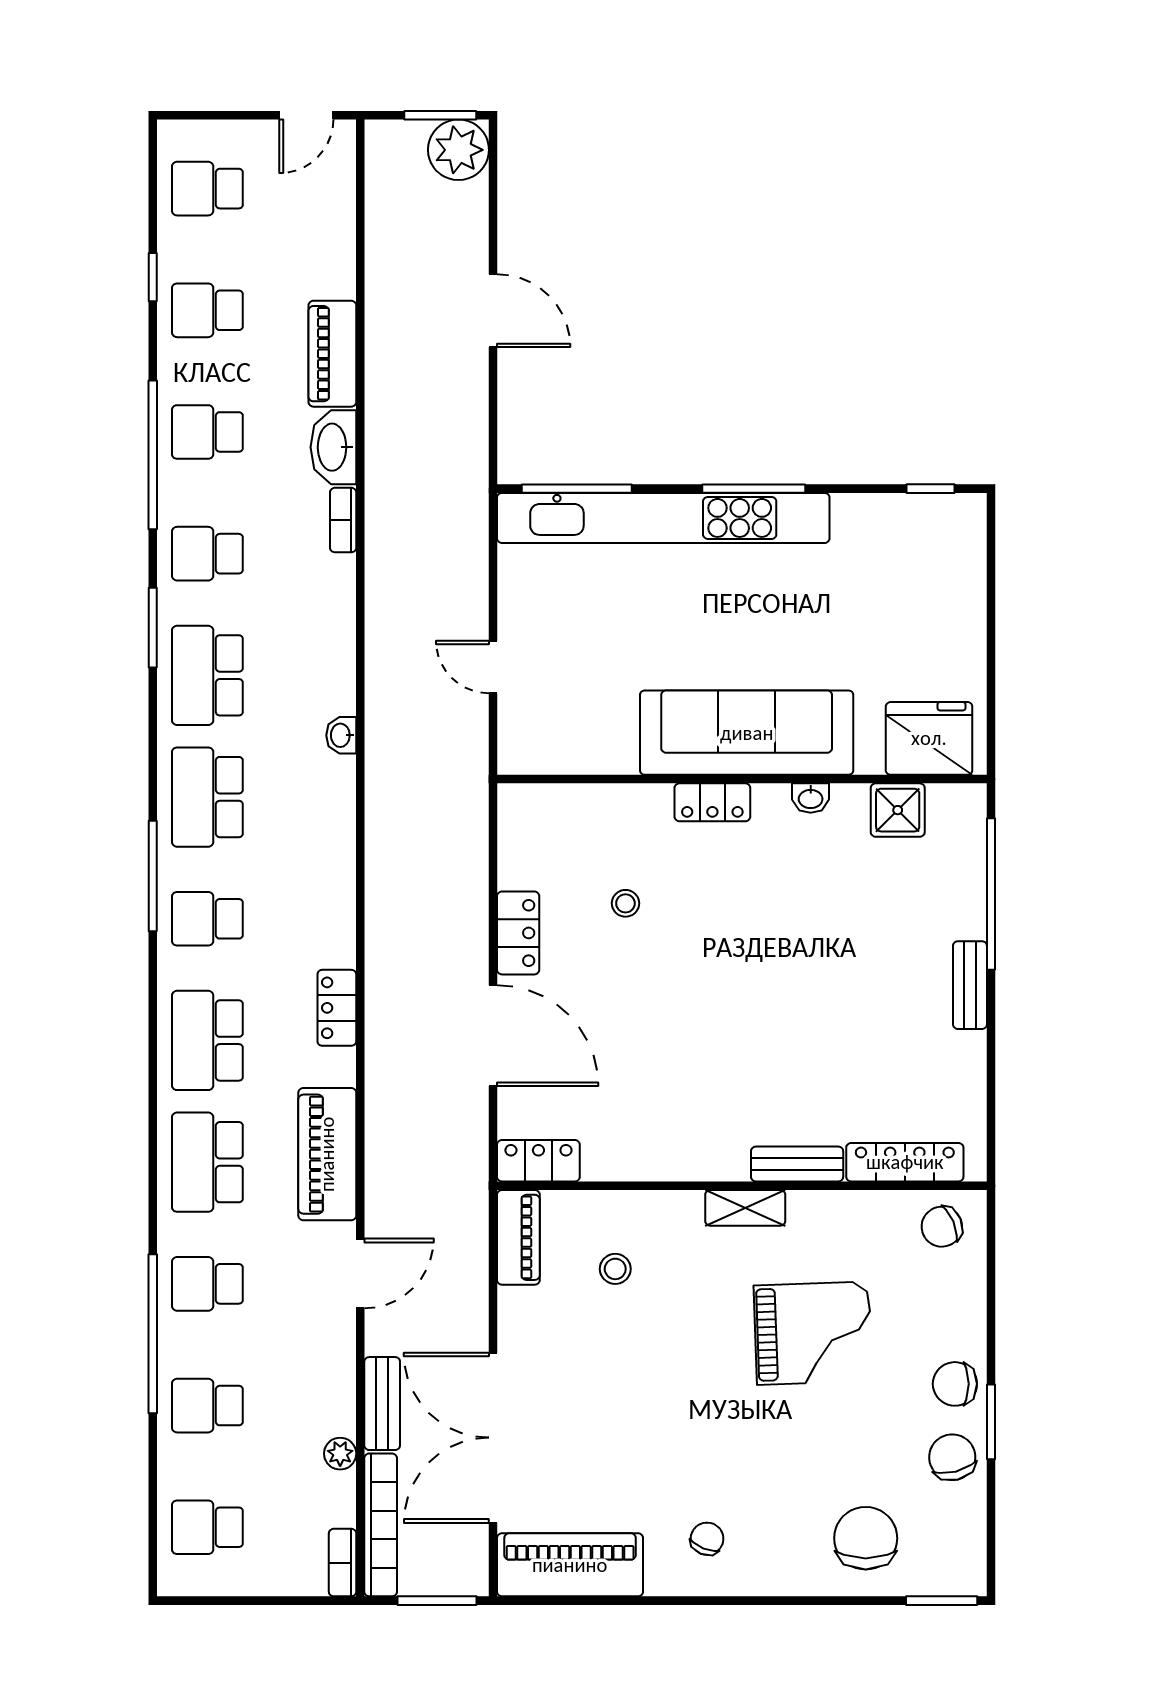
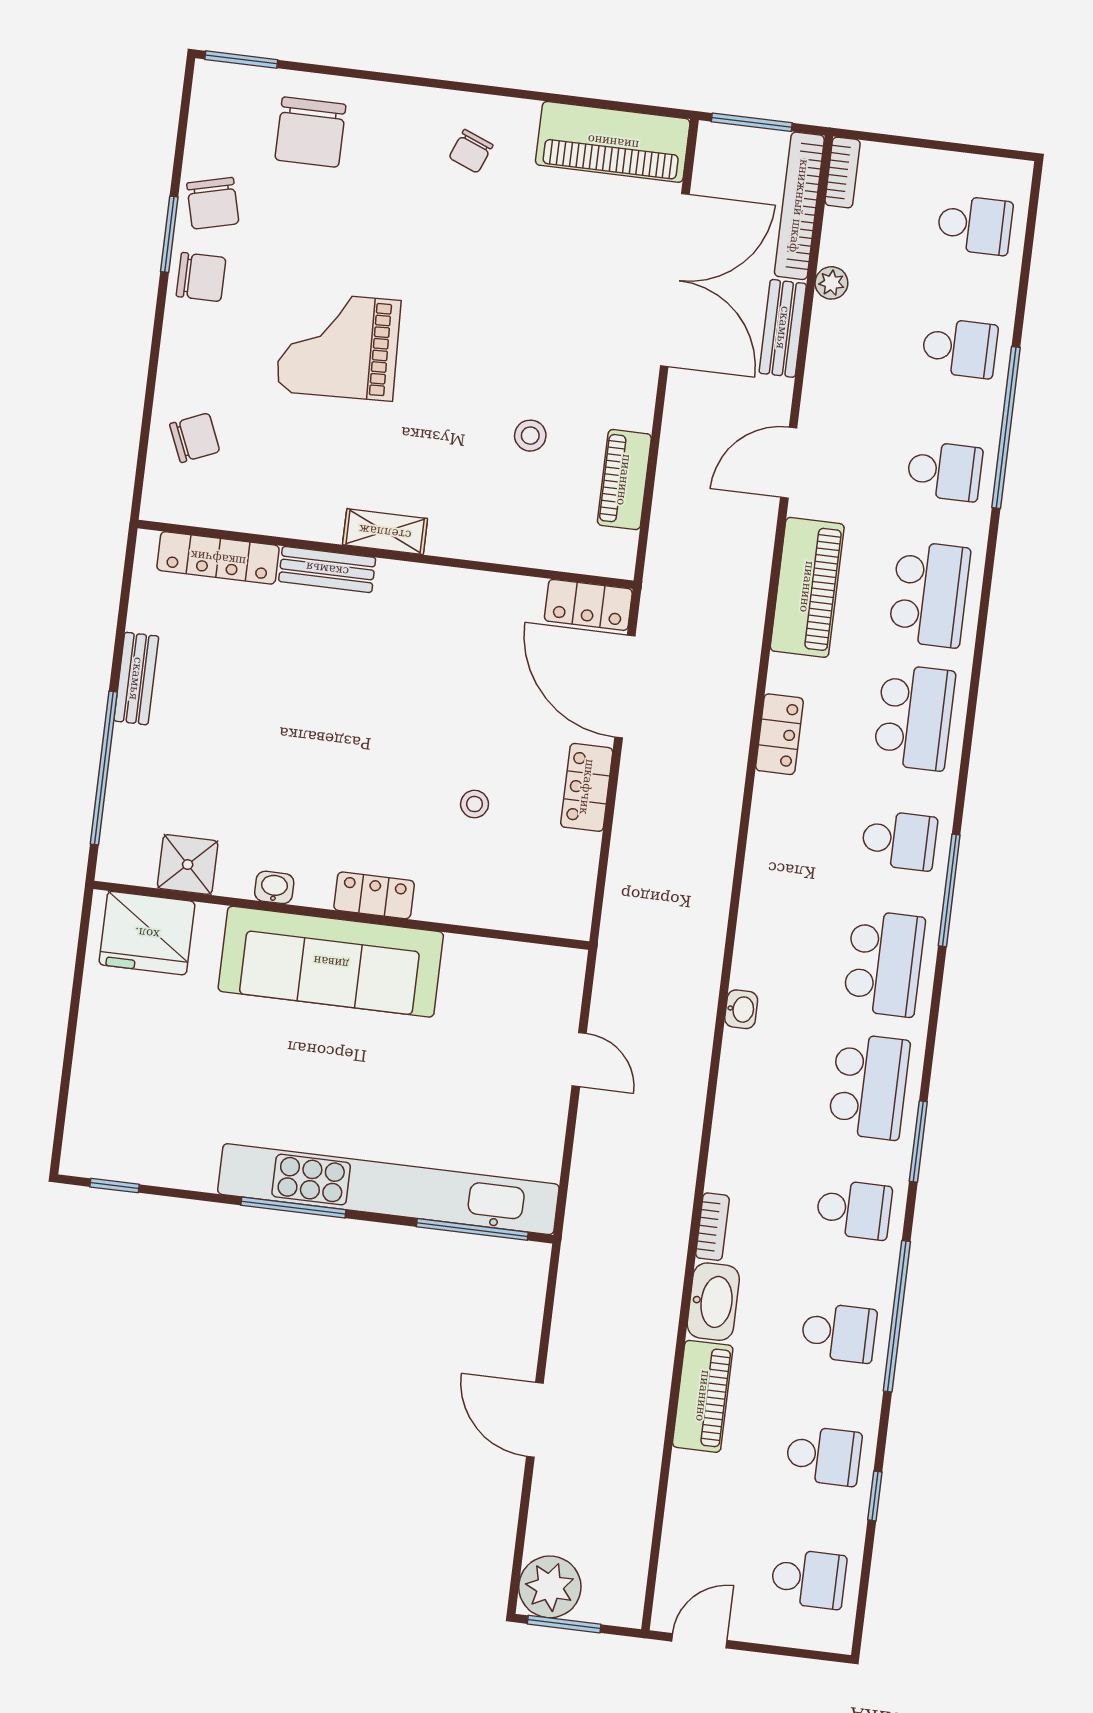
locker: (538, 1161) -> (588, 605), moved
locker: (905, 1162) -> (218, 558), moved
bench: (797, 1164) -> (327, 569), moved
wall: (742, 1186) -> (386, 554), moved
shelving: (745, 1208) -> (385, 532), moved

